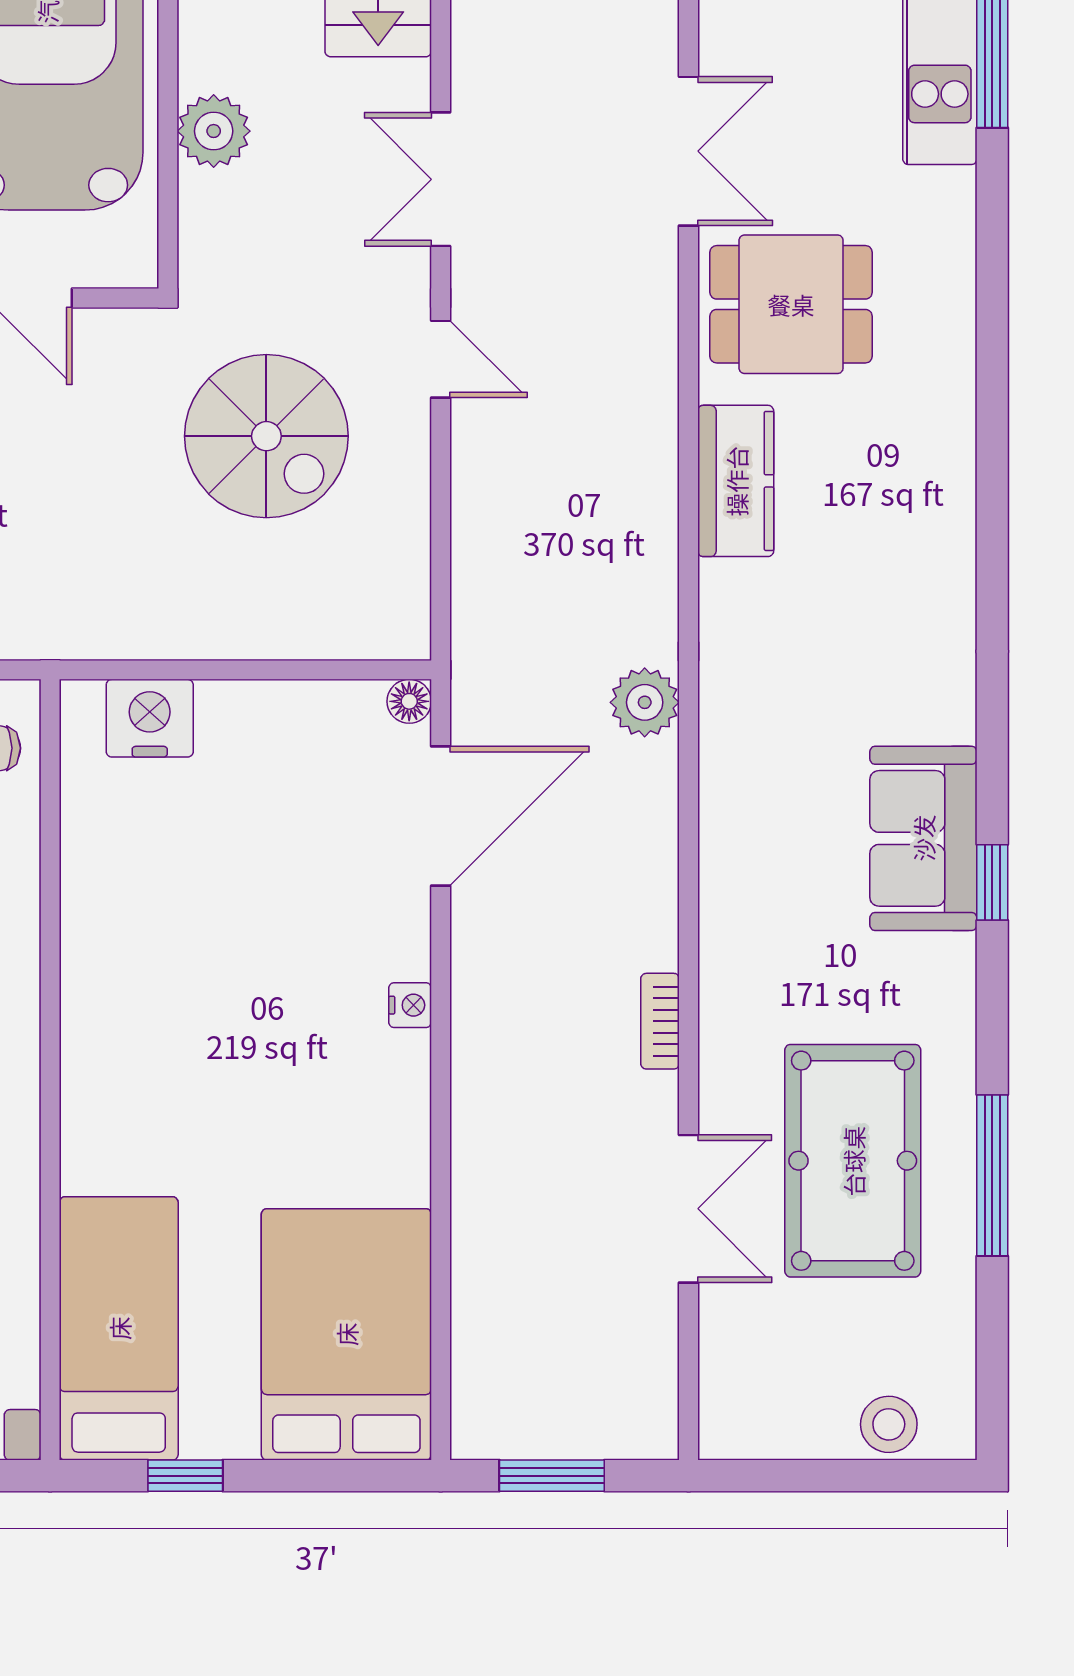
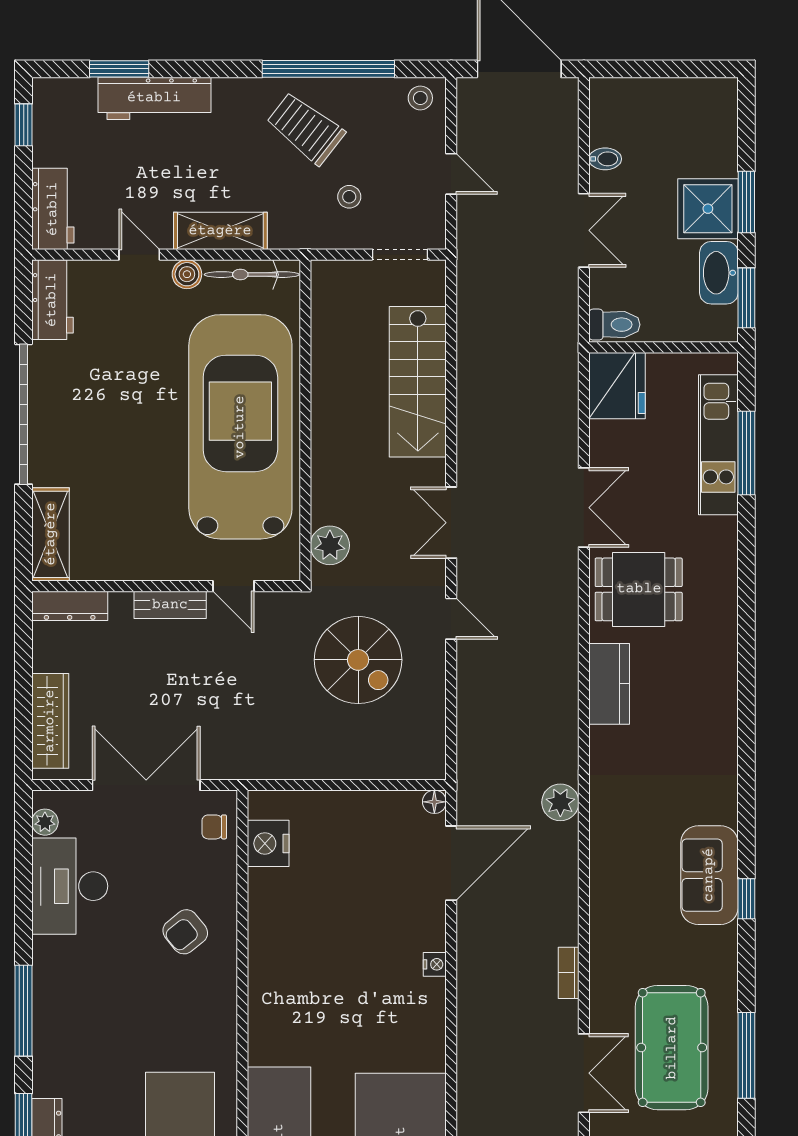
plant: (214, 131) -> (330, 545), moved
nightstand: (150, 718) -> (268, 843), moved, turned -90

